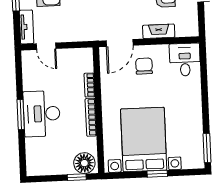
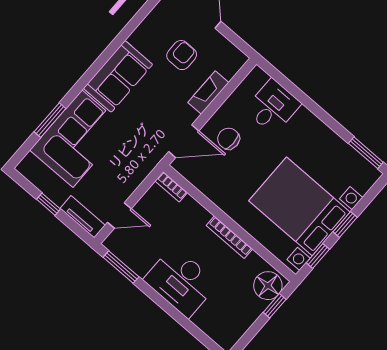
door: (120, 43) -> (184, 141), hinge flipped
desk: (185, 60) -> (273, 107), moved, turned 90
bookcase: (89, 85) -> (171, 187), moved
window: (21, 115) -> (121, 267), moved
window: (126, 175) -> (318, 256), added

